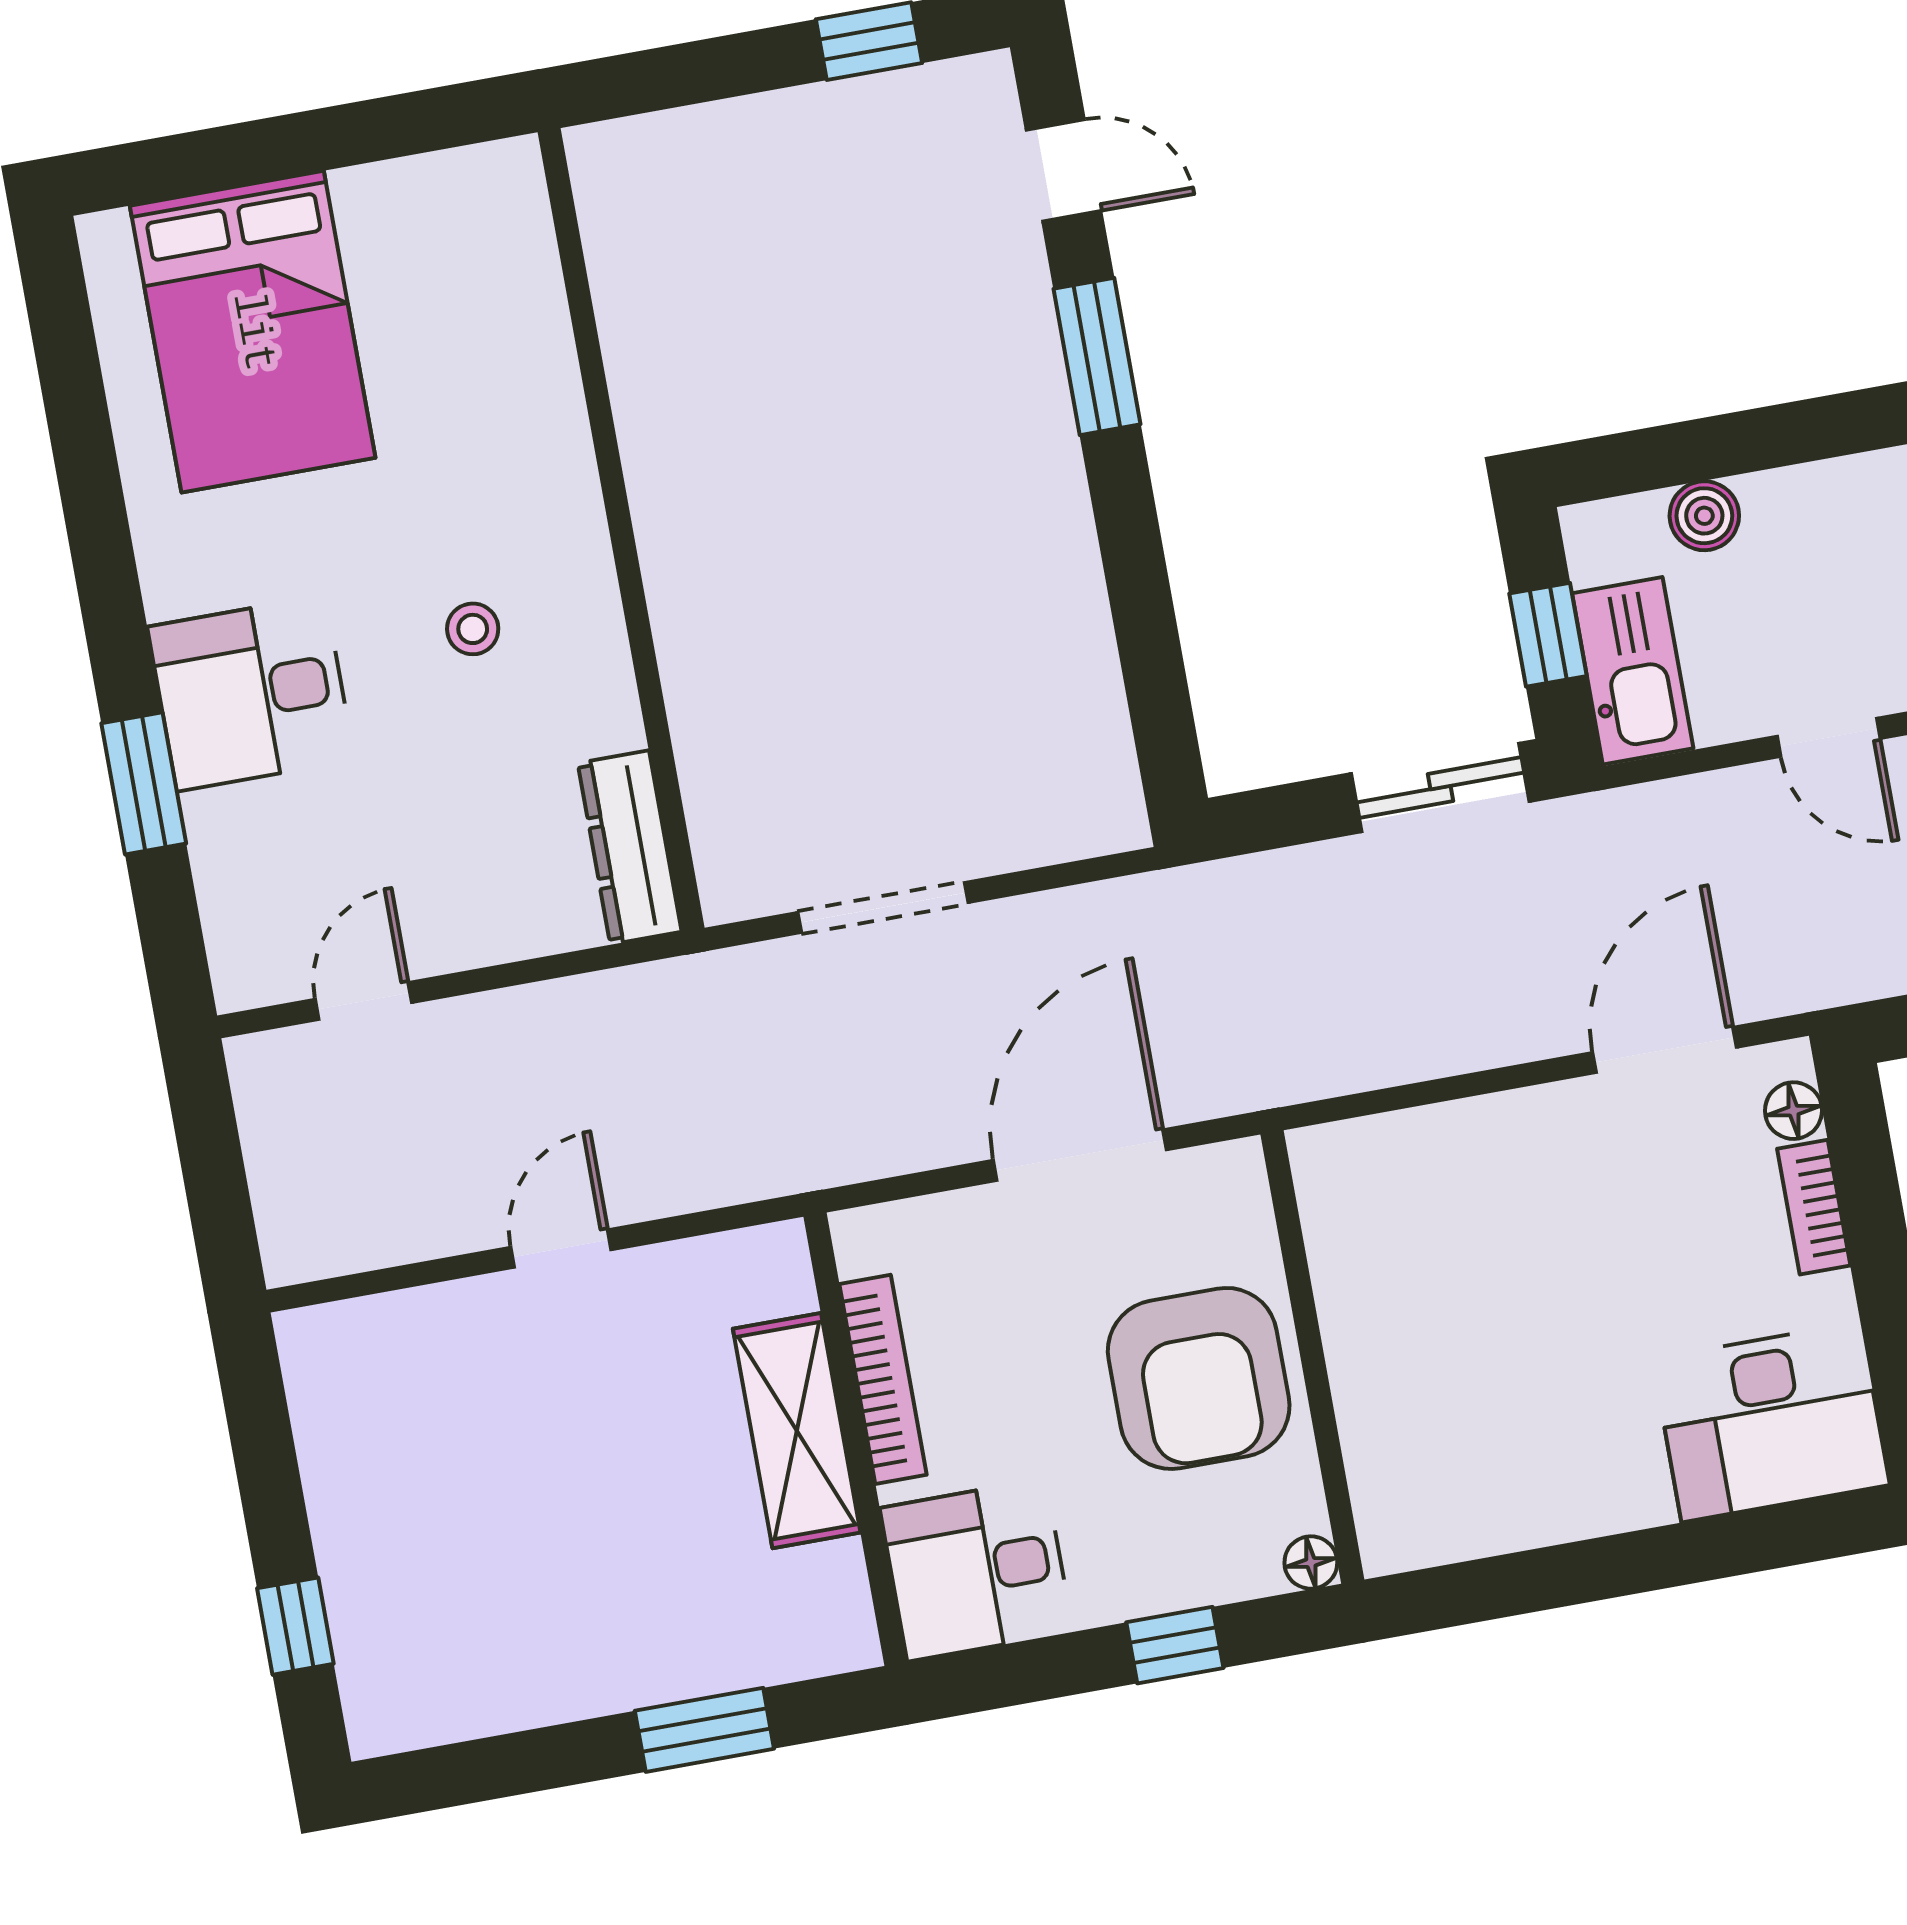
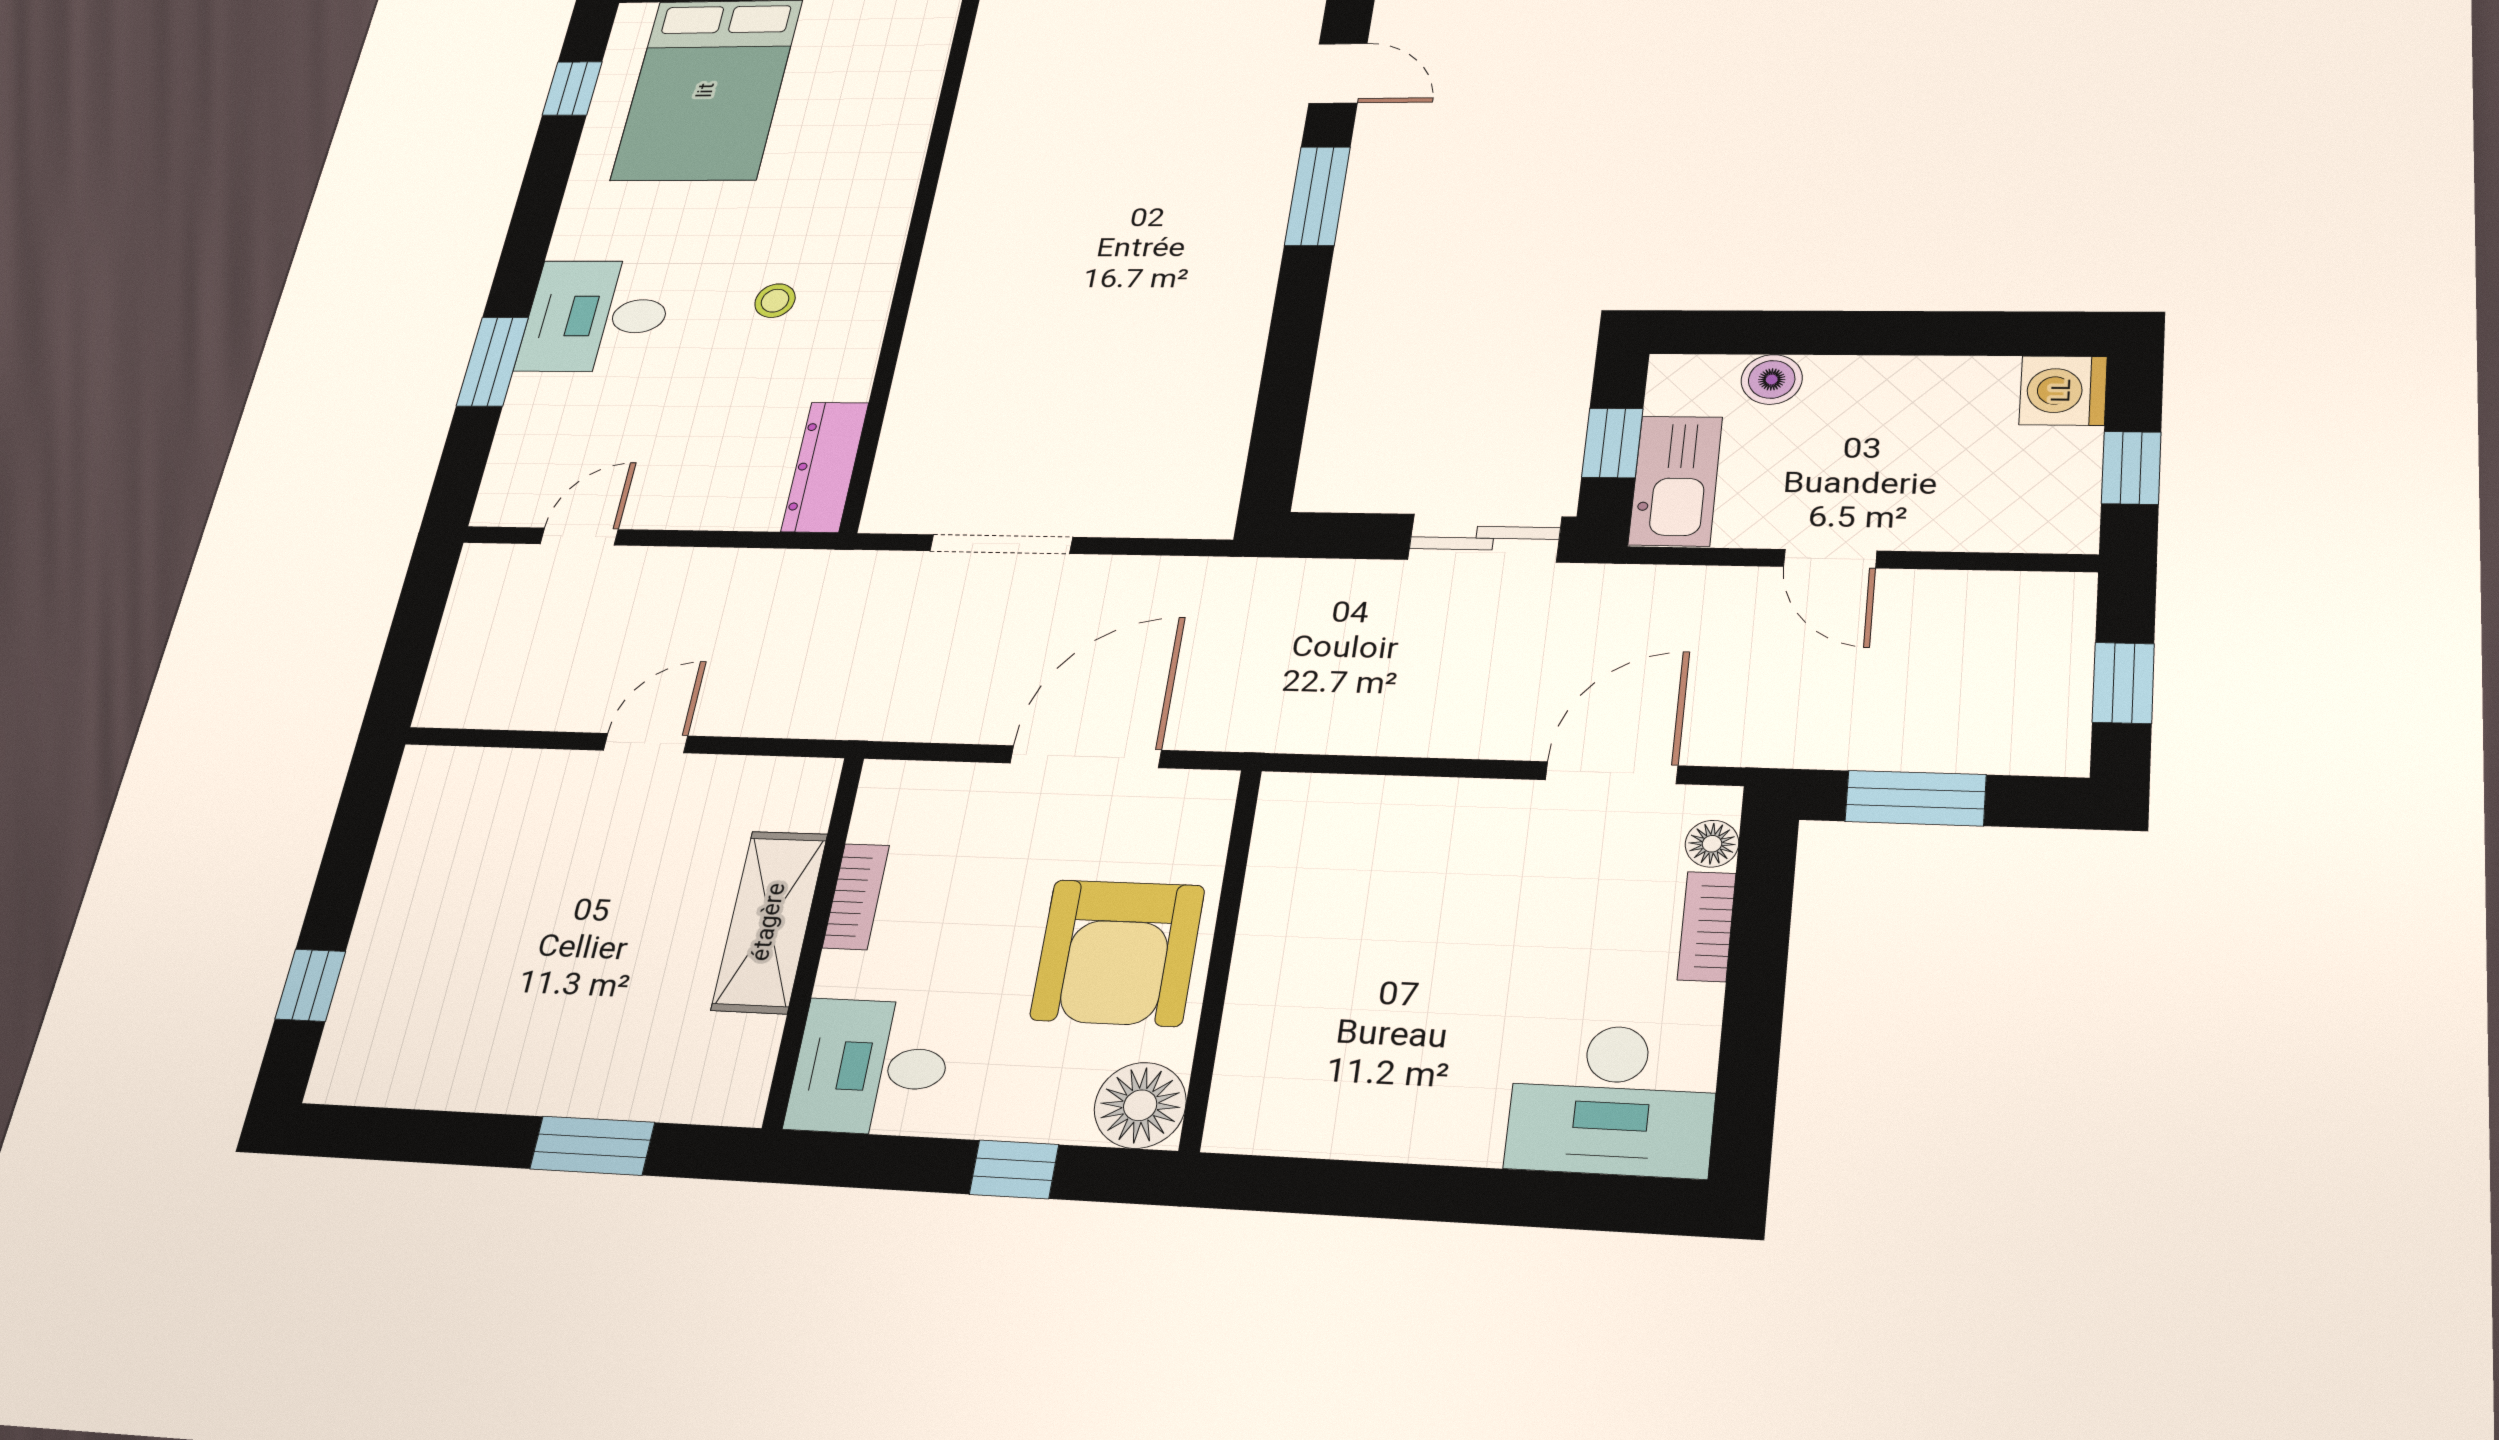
window: (68, 361) -> (572, 88), added
bookcase: (883, 1379) -> (856, 897), width x0.64
floor lamp: (1311, 1563) -> (1140, 1105), width x1.89, depth x1.89

